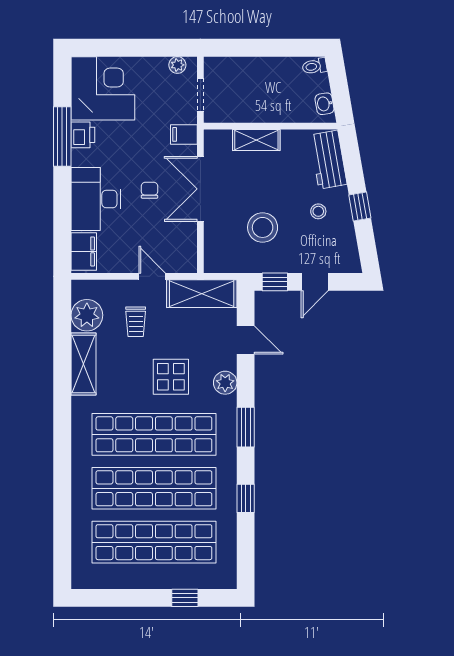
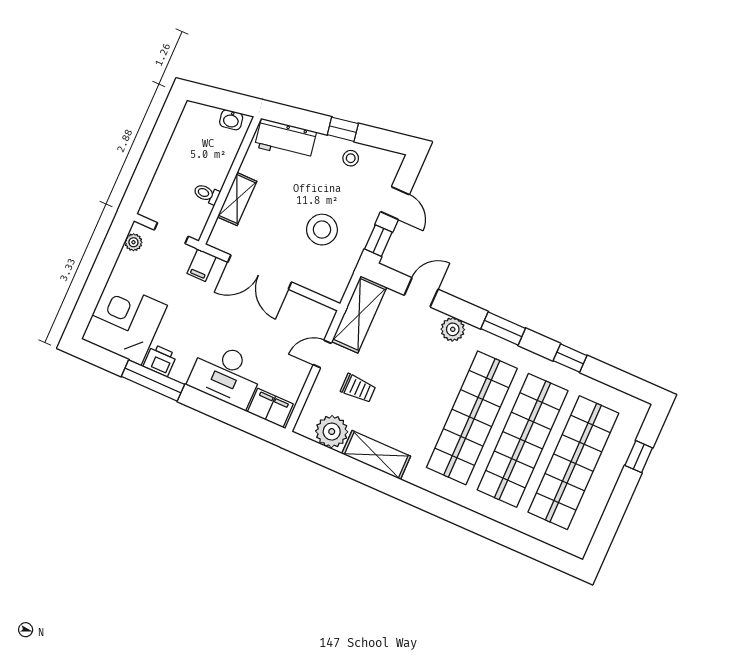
toilet: (315, 66) -> (207, 194), moved, turned 100
chair: (149, 190) -> (240, 321), removed
stool: (318, 211) -> (351, 158), moved
display table: (171, 377) -> (425, 378), removed

